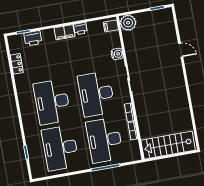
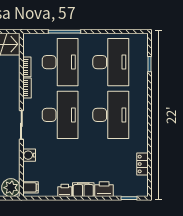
printer: (33, 38) -> (104, 189), moved

